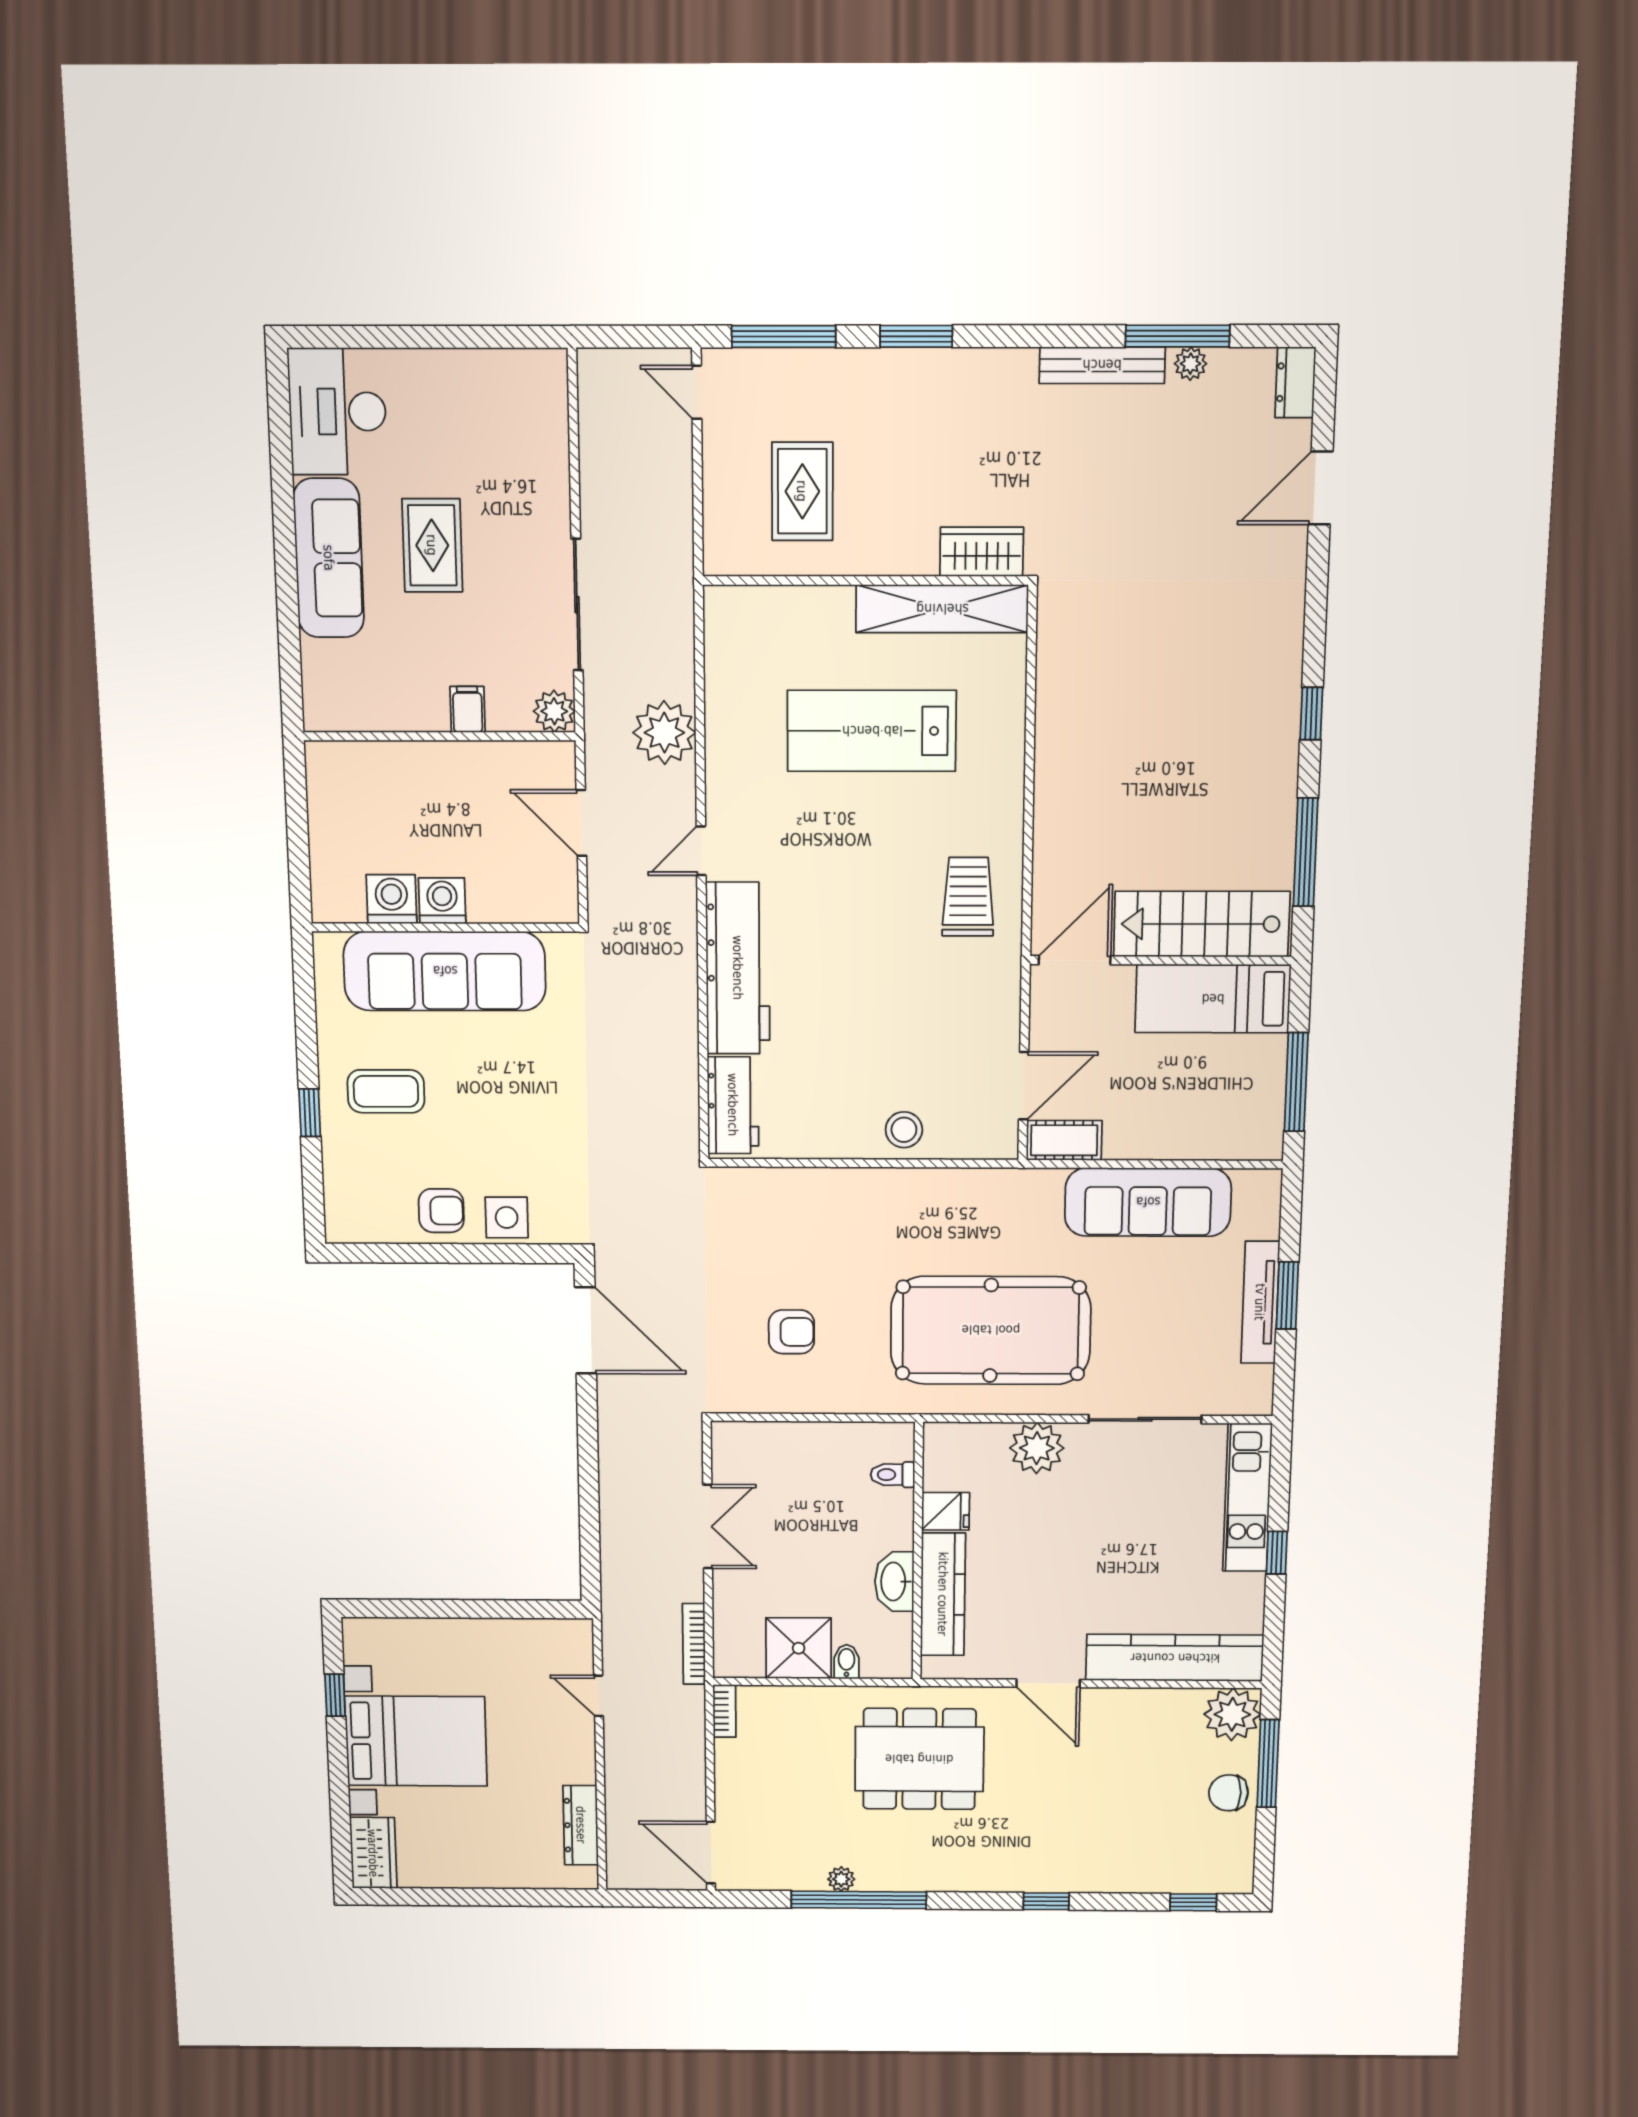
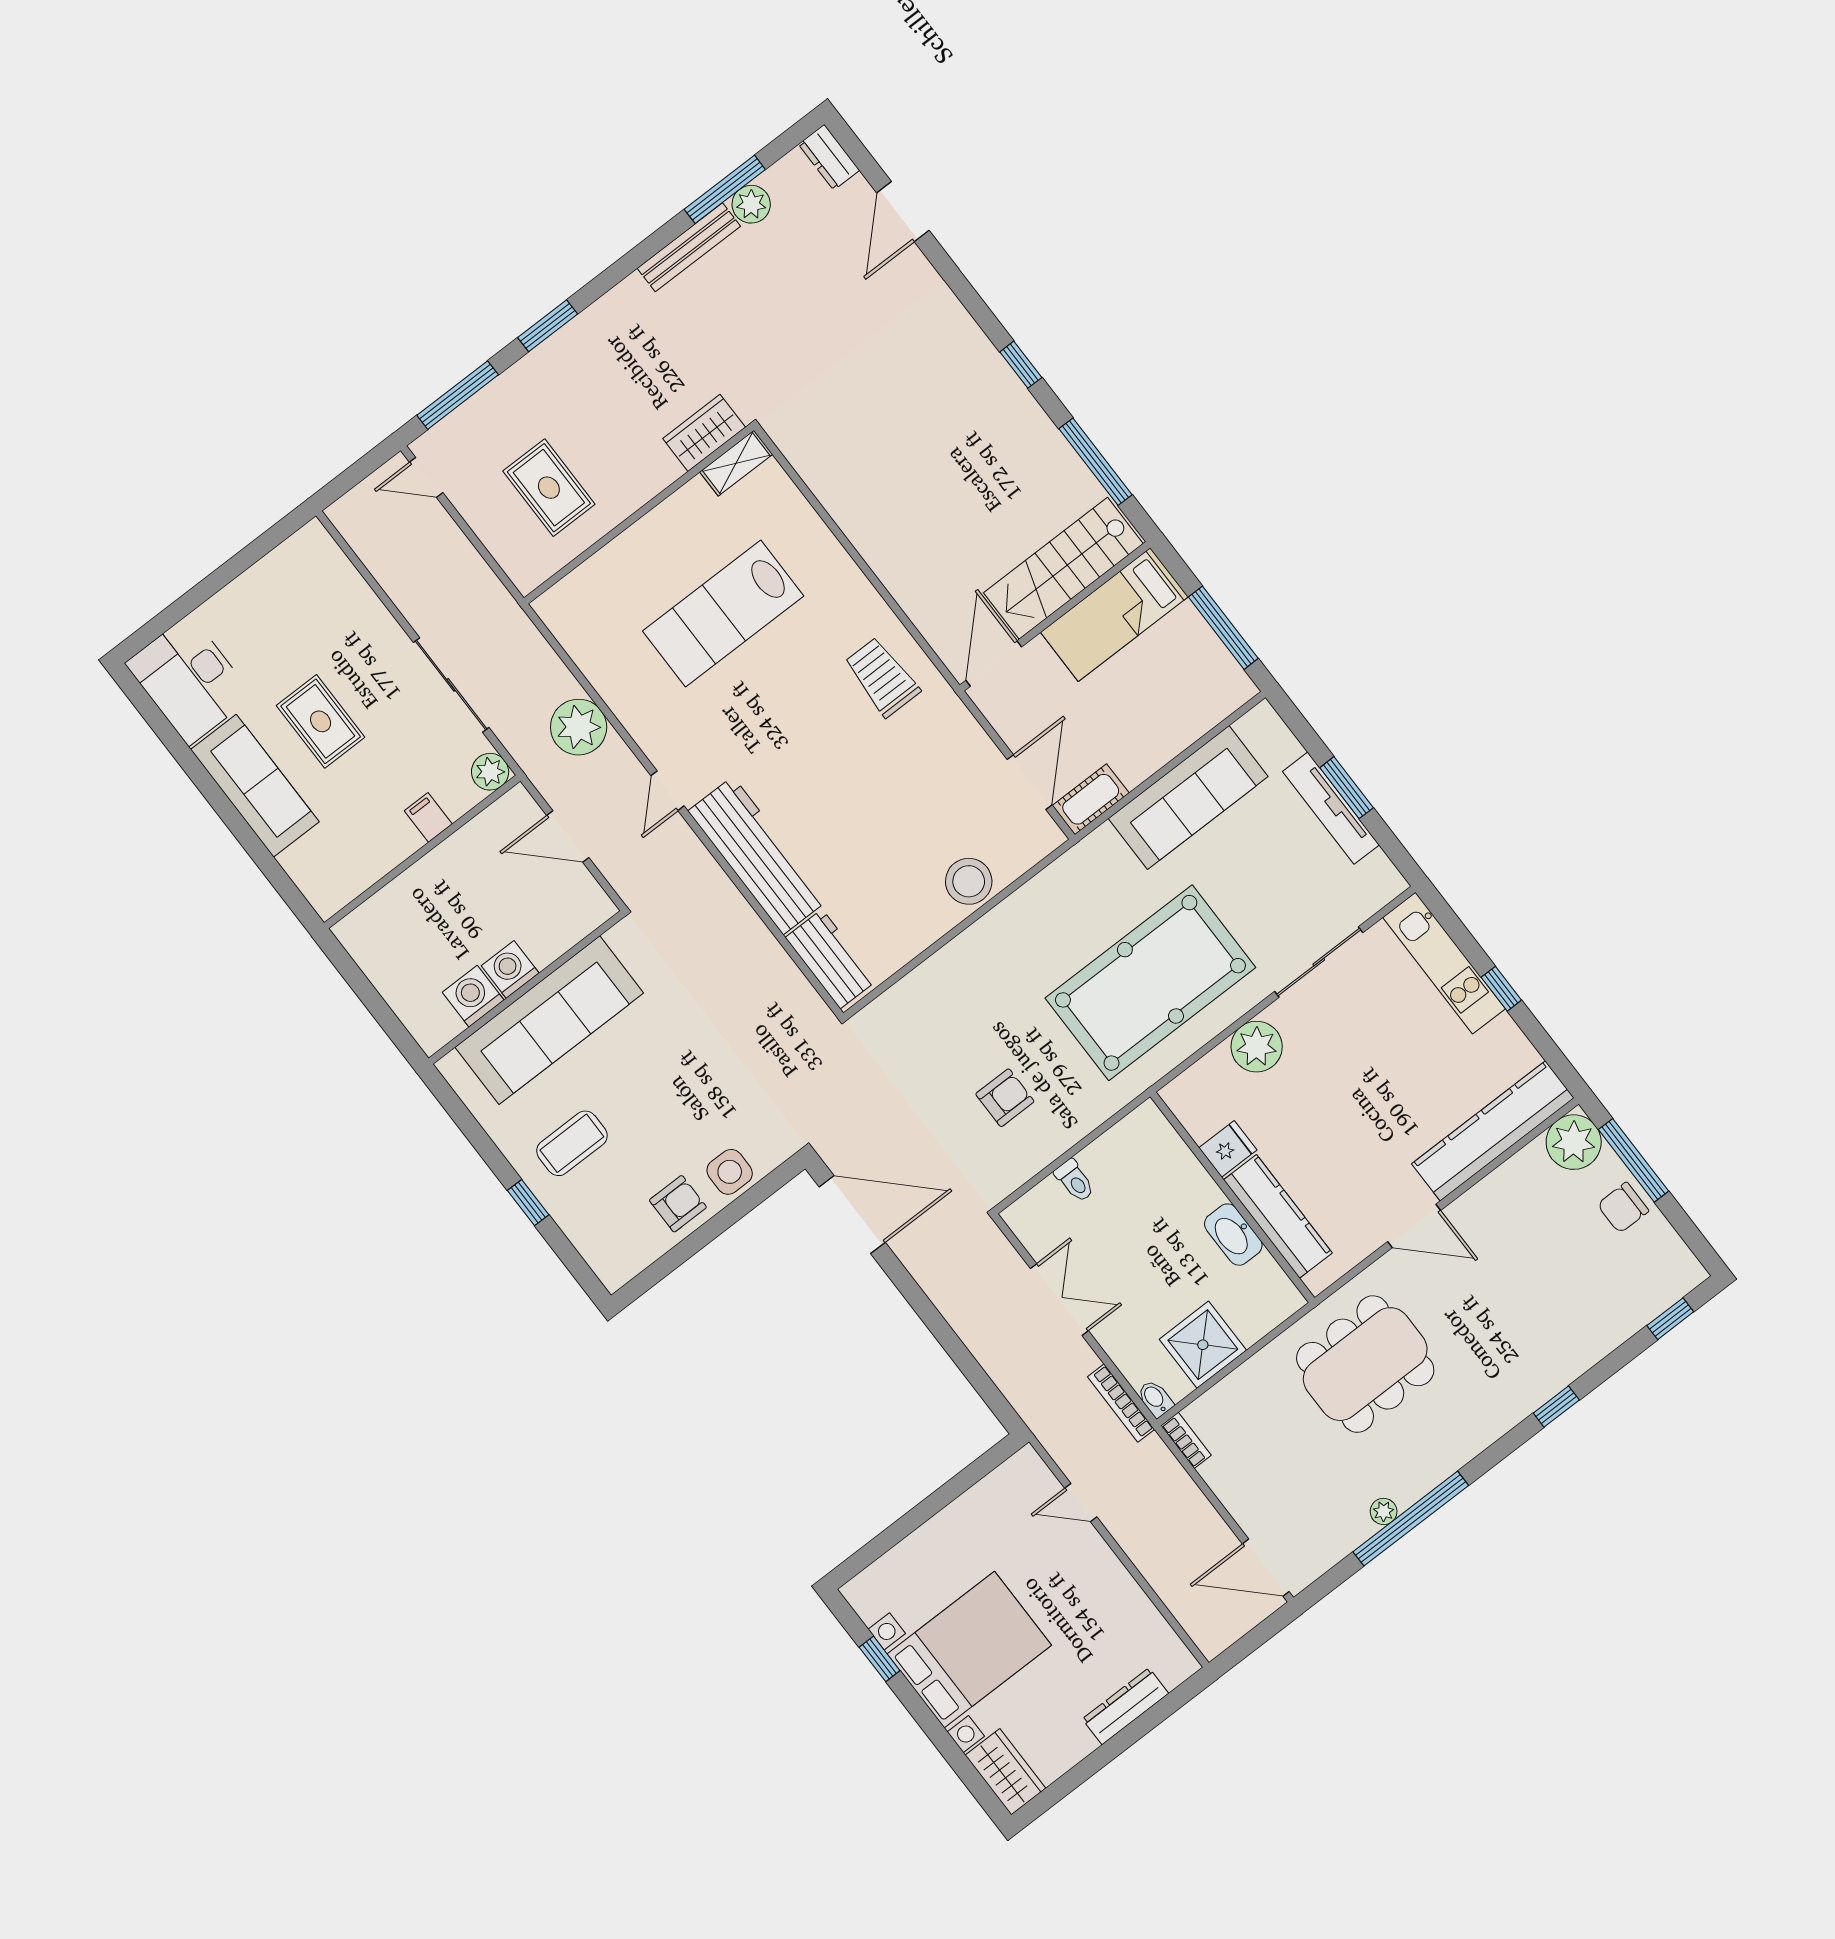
plant: (1191, 364) -> (751, 204), width x1.38, depth x1.38
shelving: (942, 609) -> (736, 463), width x0.45, depth x0.75
stool: (904, 1130) -> (969, 881), width x1.38, depth x1.38
toilet: (893, 1475) -> (1075, 1181), moved, turned -90
bidet: (846, 1662) -> (1155, 1399), moved
dresser: (581, 1825) -> (1125, 1706), moved, turned 90

